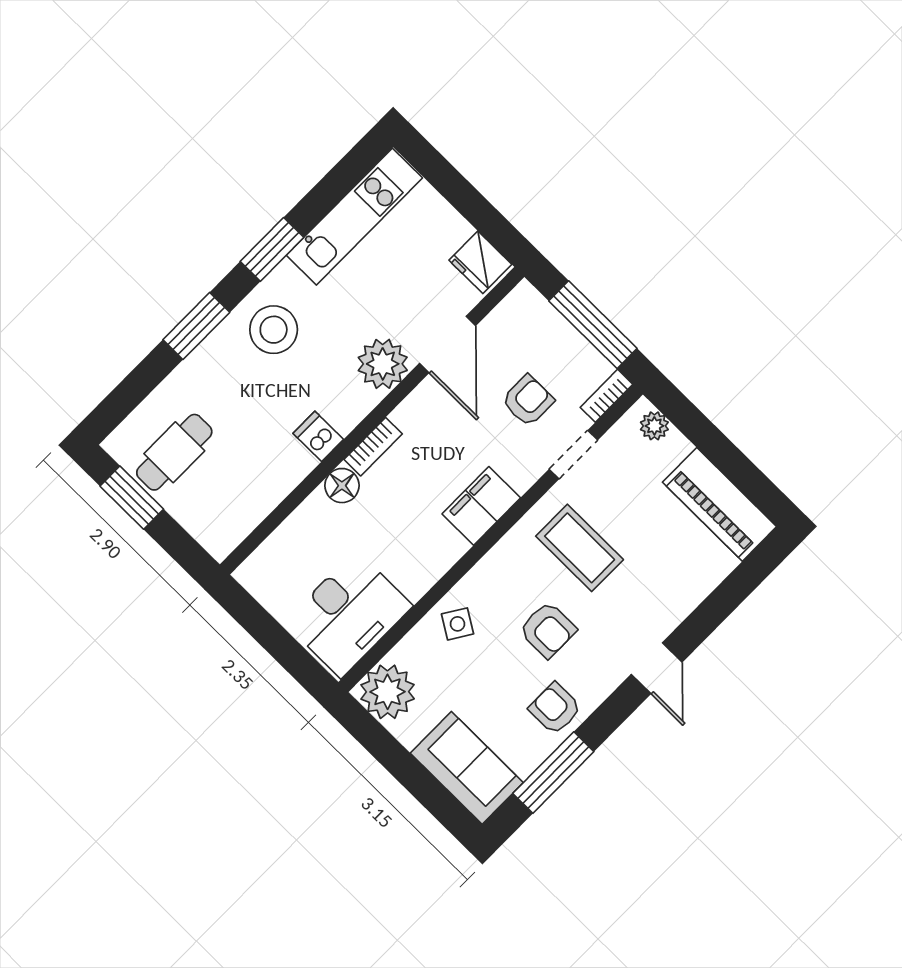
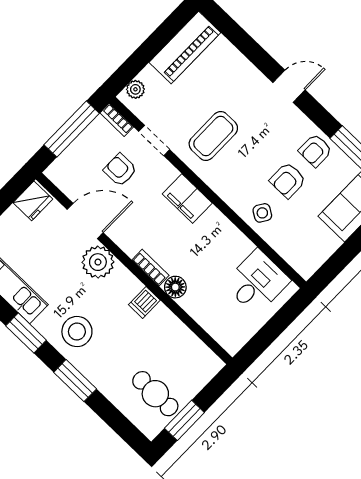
desk: (348, 614) -> (257, 282), width x0.73
armchair: (548, 630) -> (288, 180), moved, turned 180
plant: (388, 692) -> (306, 257), removed

